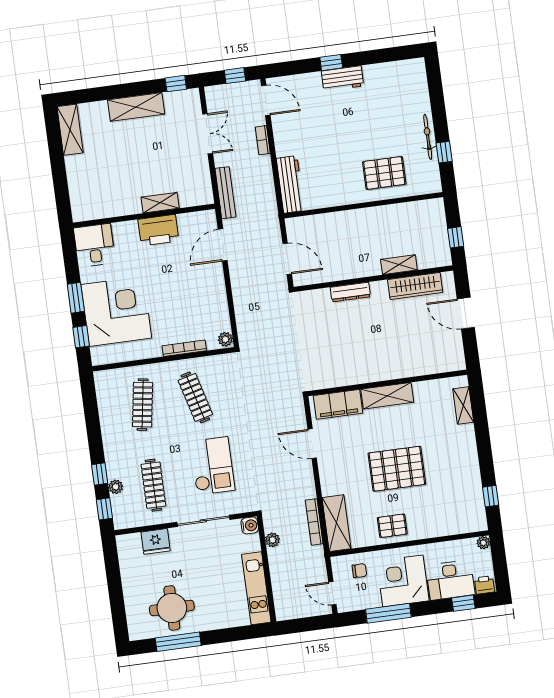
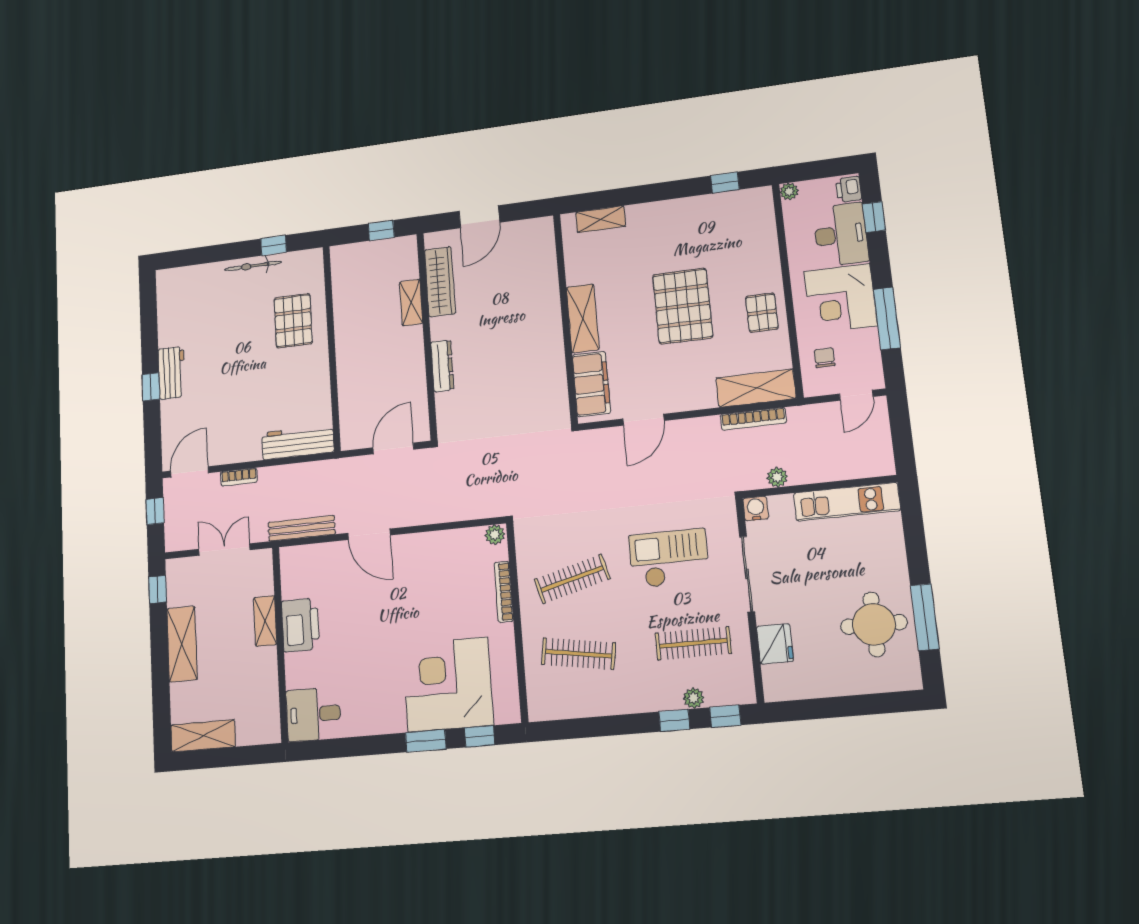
shelving: (160, 203) -> (265, 621), moved
wall: (144, 216) -> (280, 644), moved
printer: (158, 230) -> (300, 625), moved
desk: (94, 245) -> (313, 714), moved

